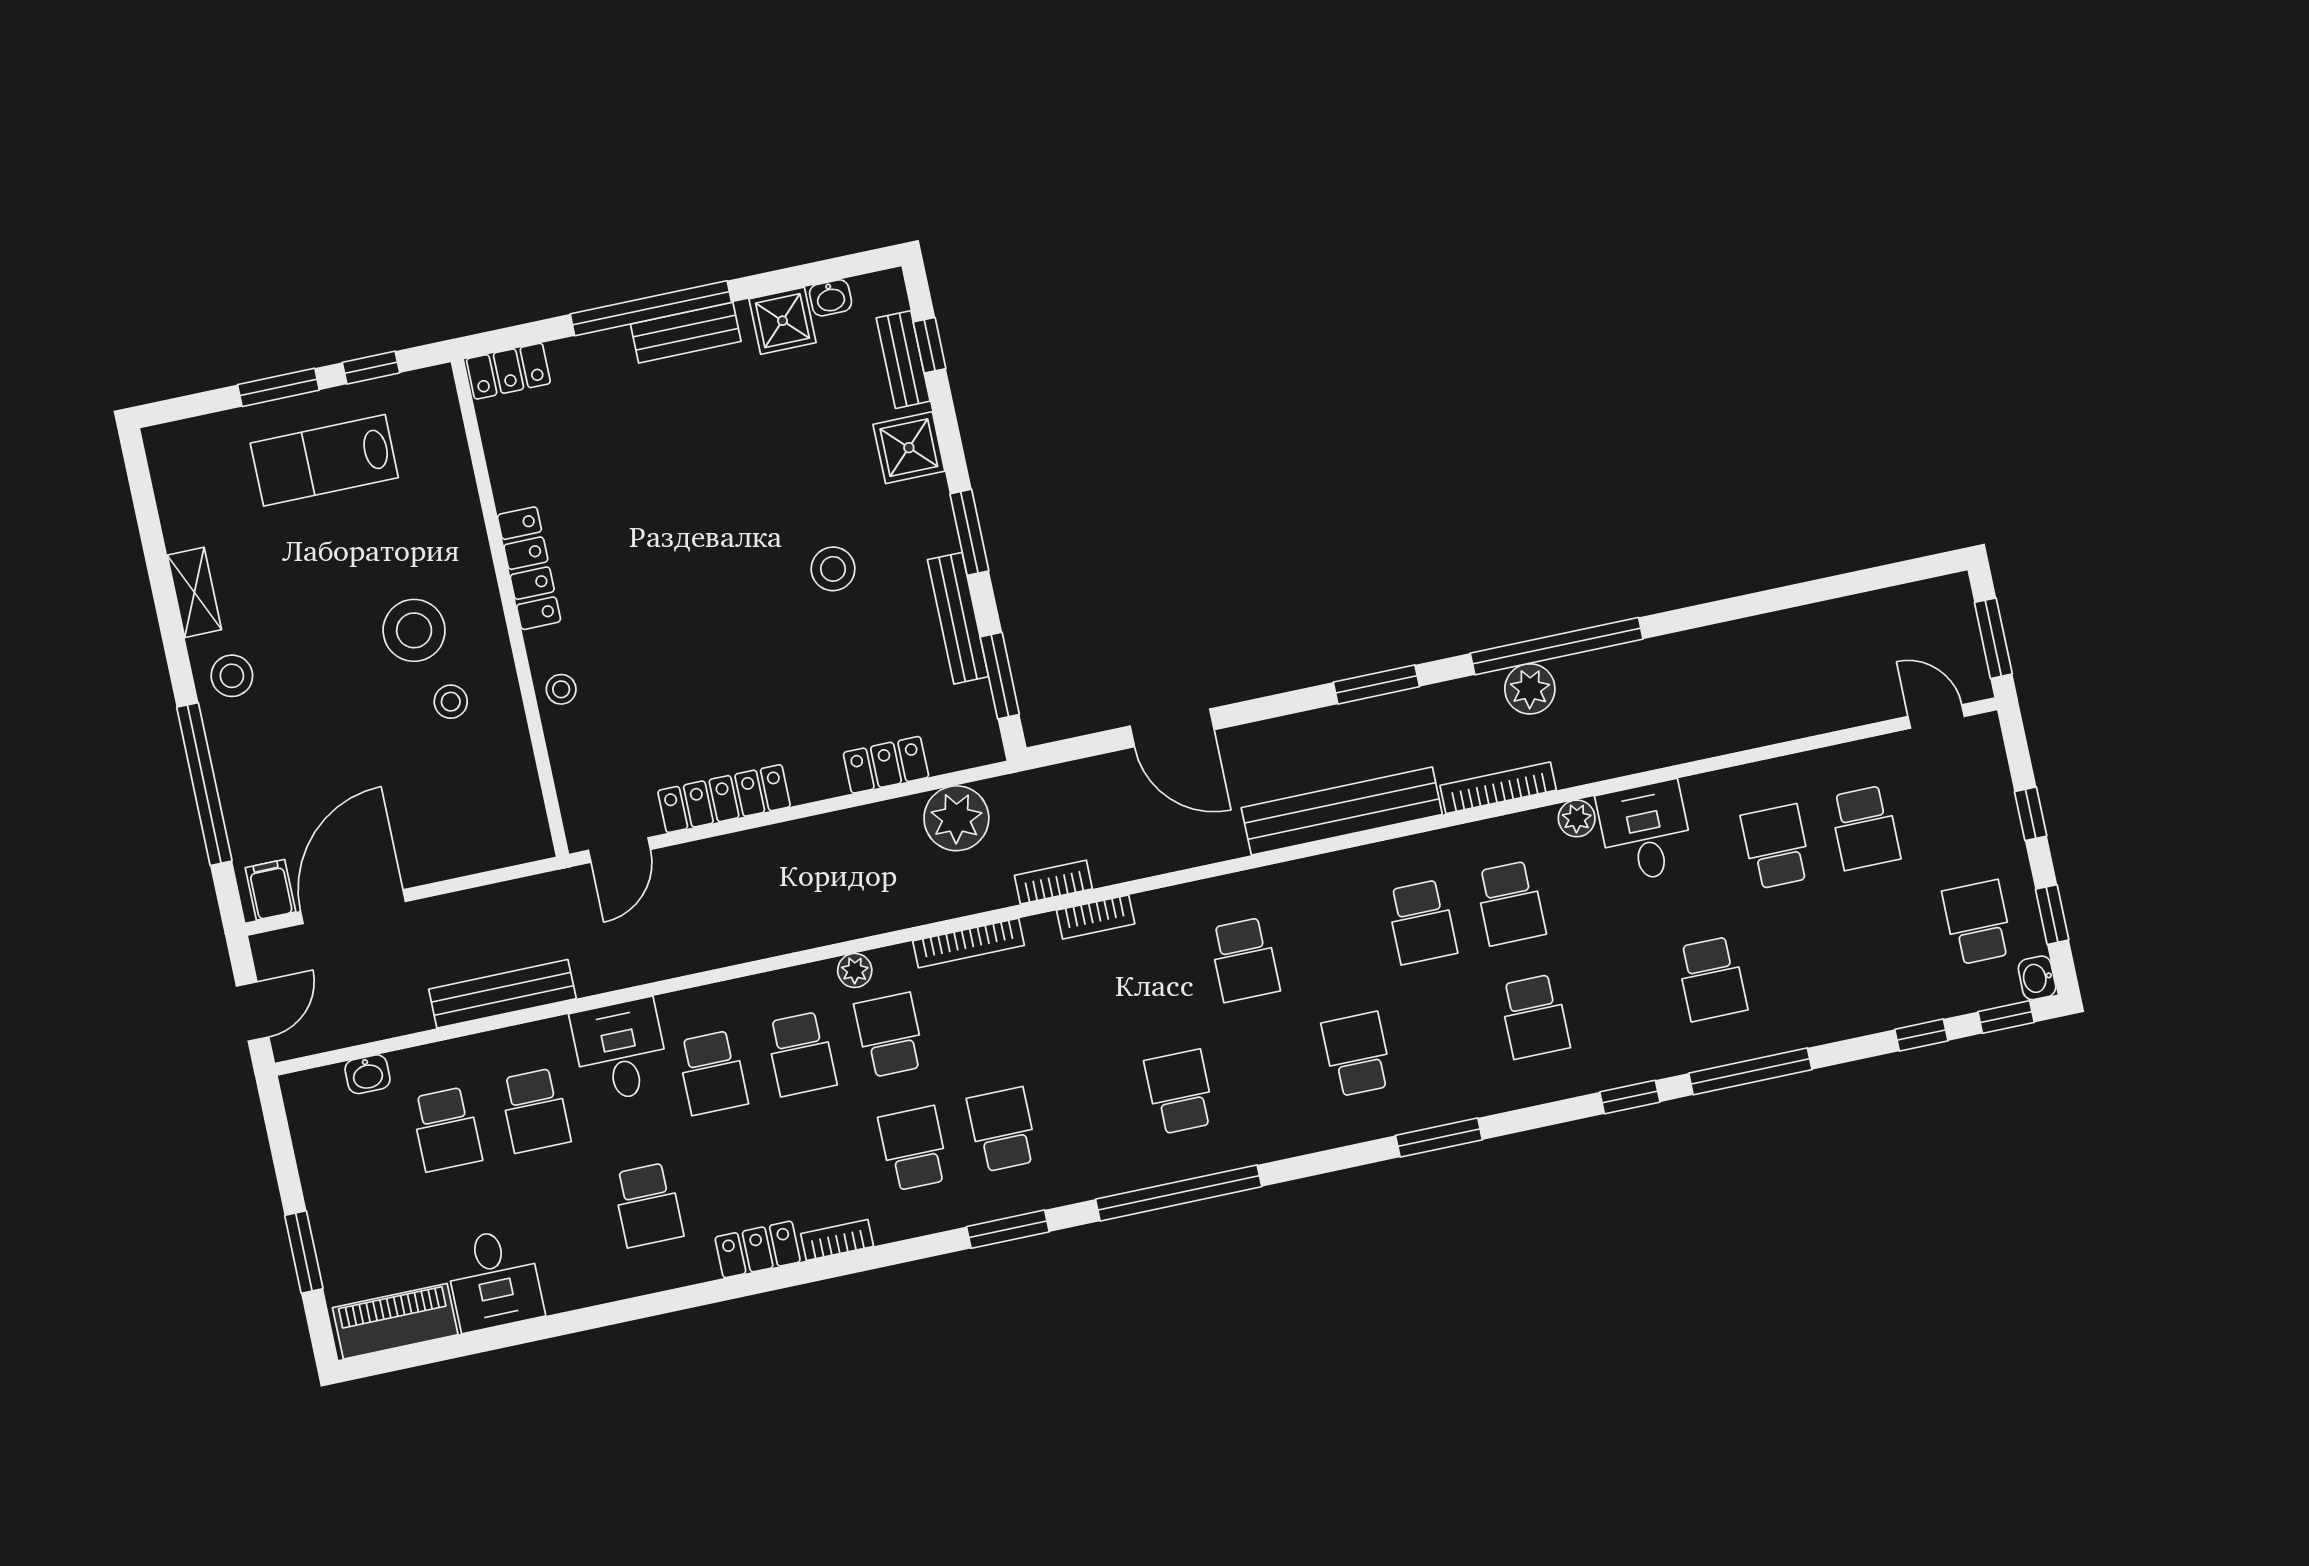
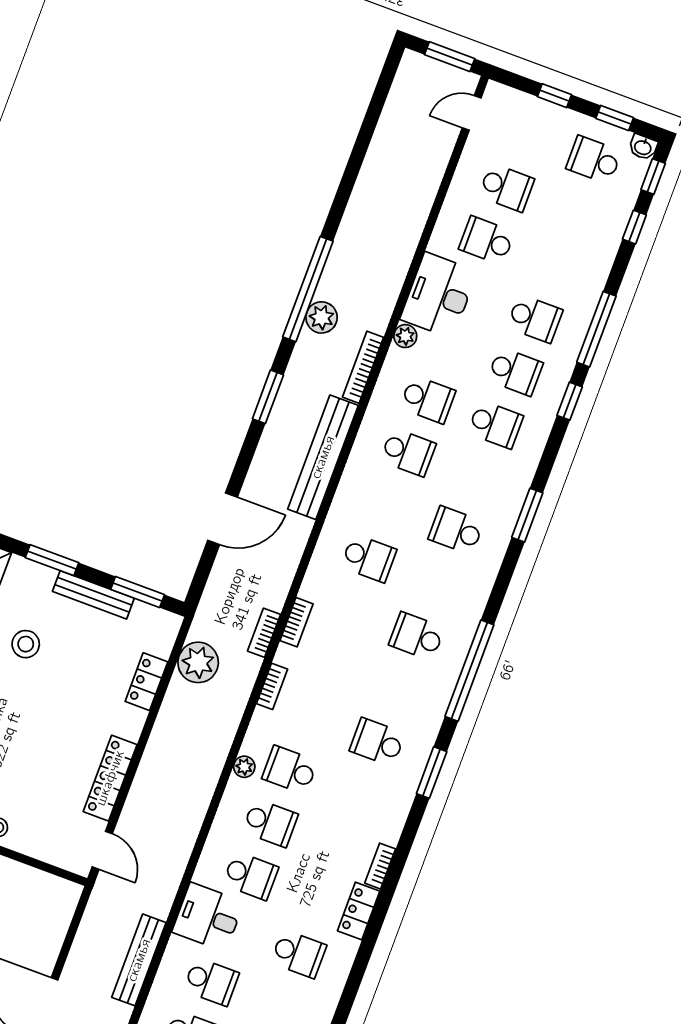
desk: (1645, 832) -> (439, 295), width x1.37
bookcase: (969, 943) -> (272, 686), width x0.64
school desk: (914, 1148) -> (515, 372), moved, turned 180

